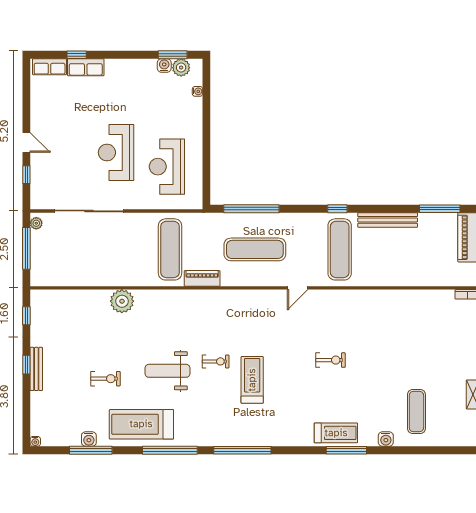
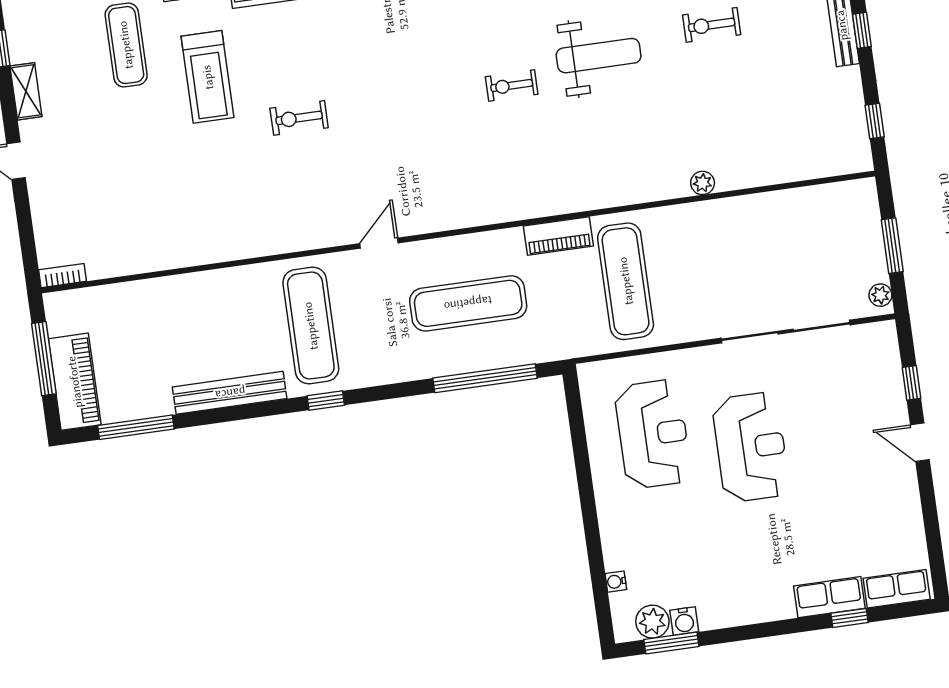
window: (26, 248) -> (892, 246), width x0.69
plant: (122, 301) -> (703, 183), width x0.53, depth x0.53
treadmill: (252, 380) -> (208, 77), moved

